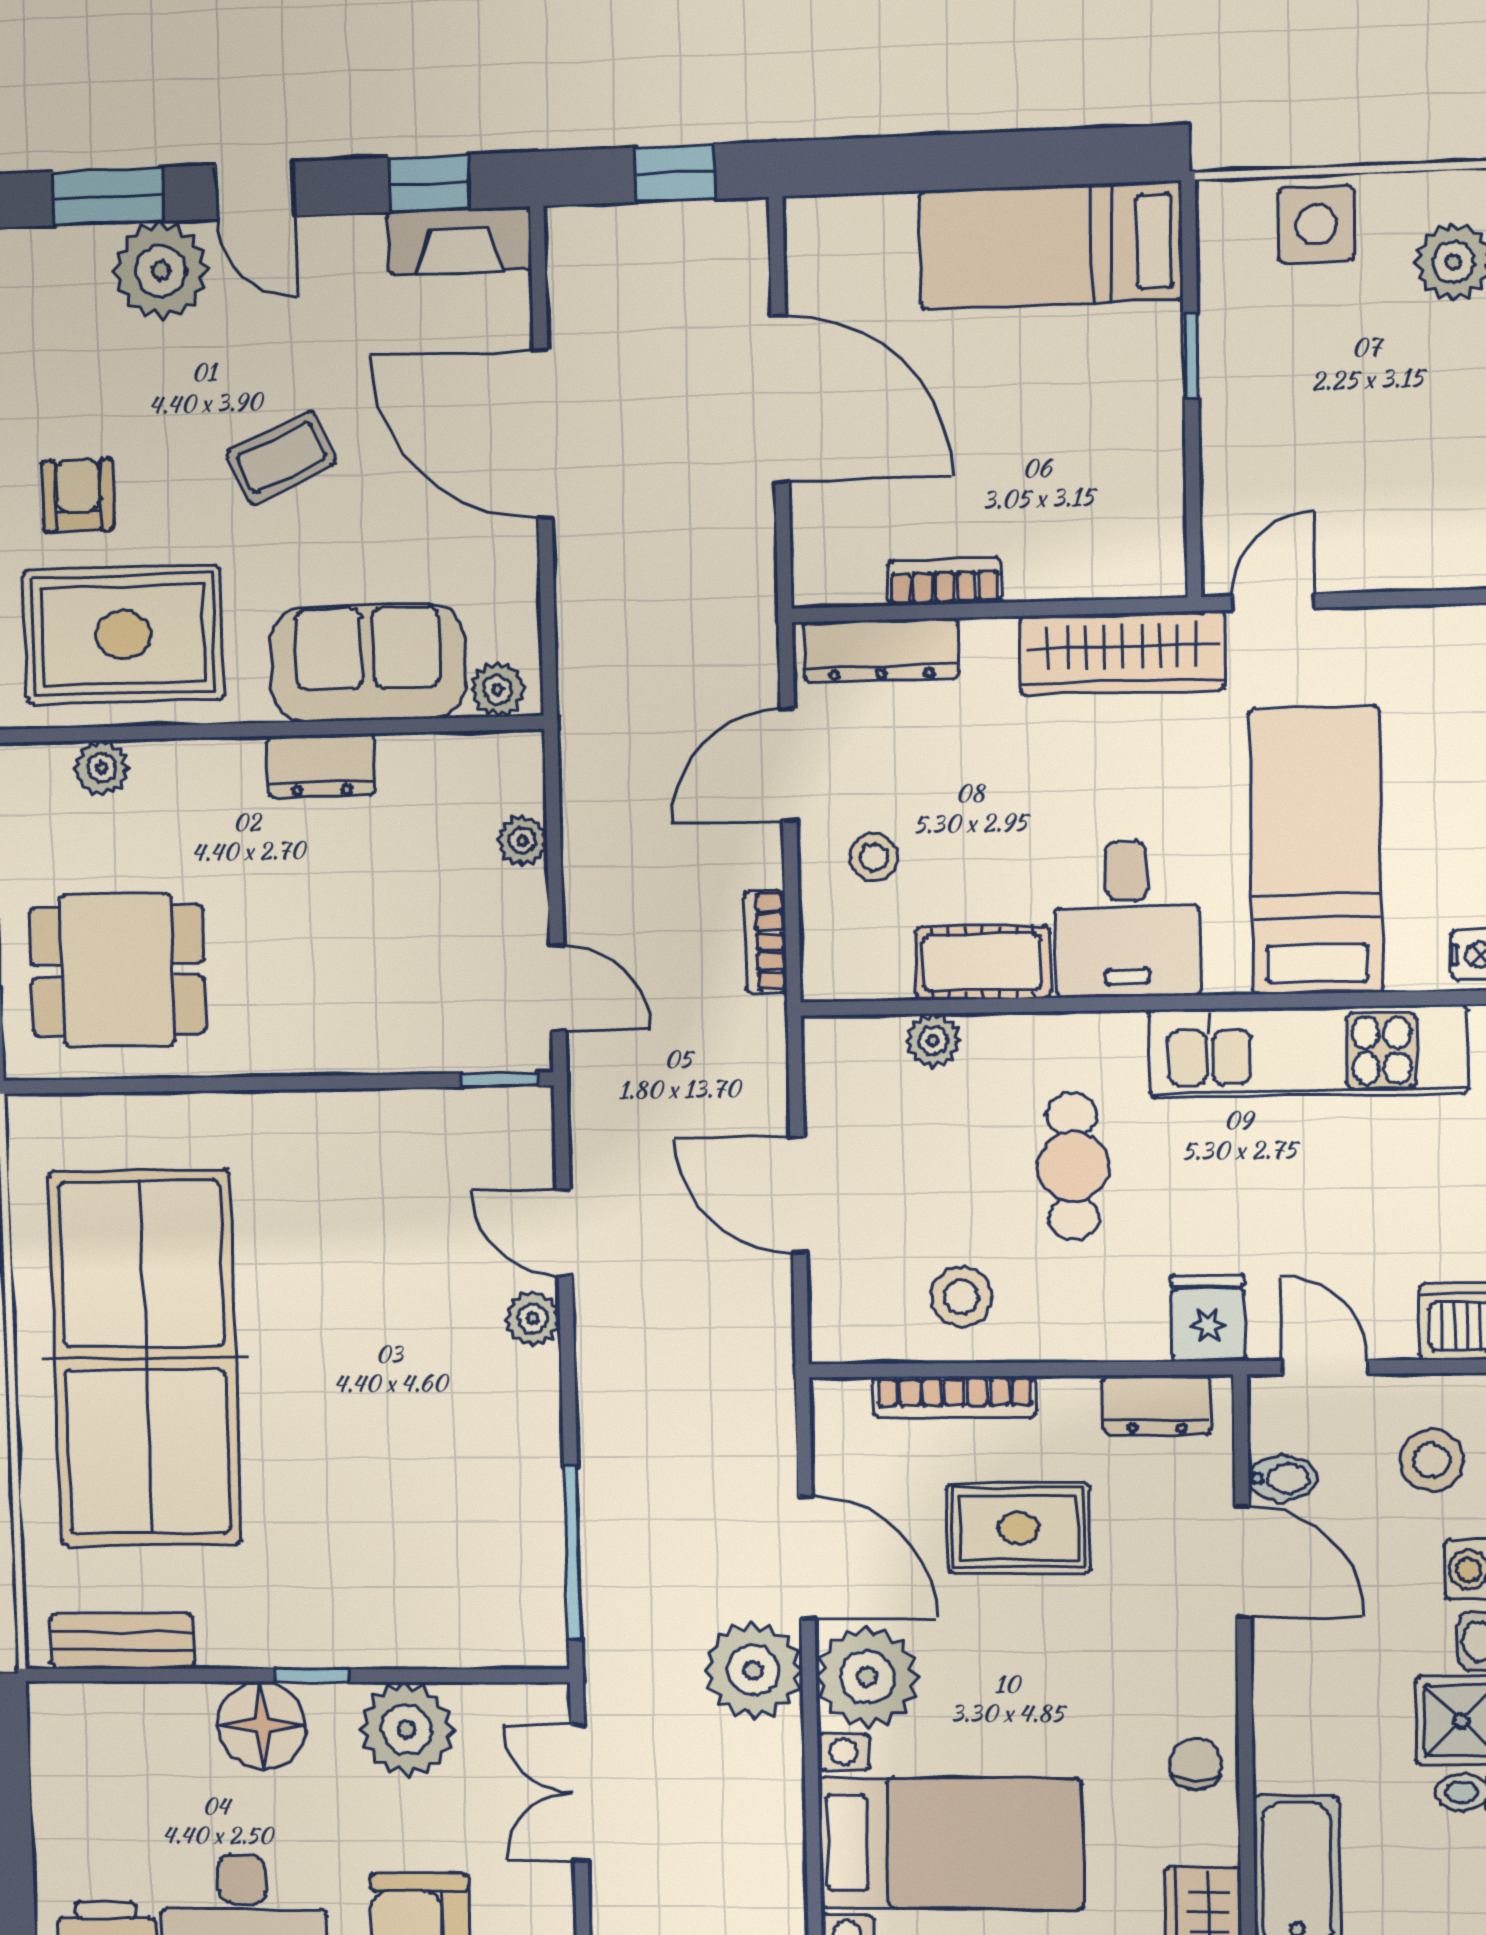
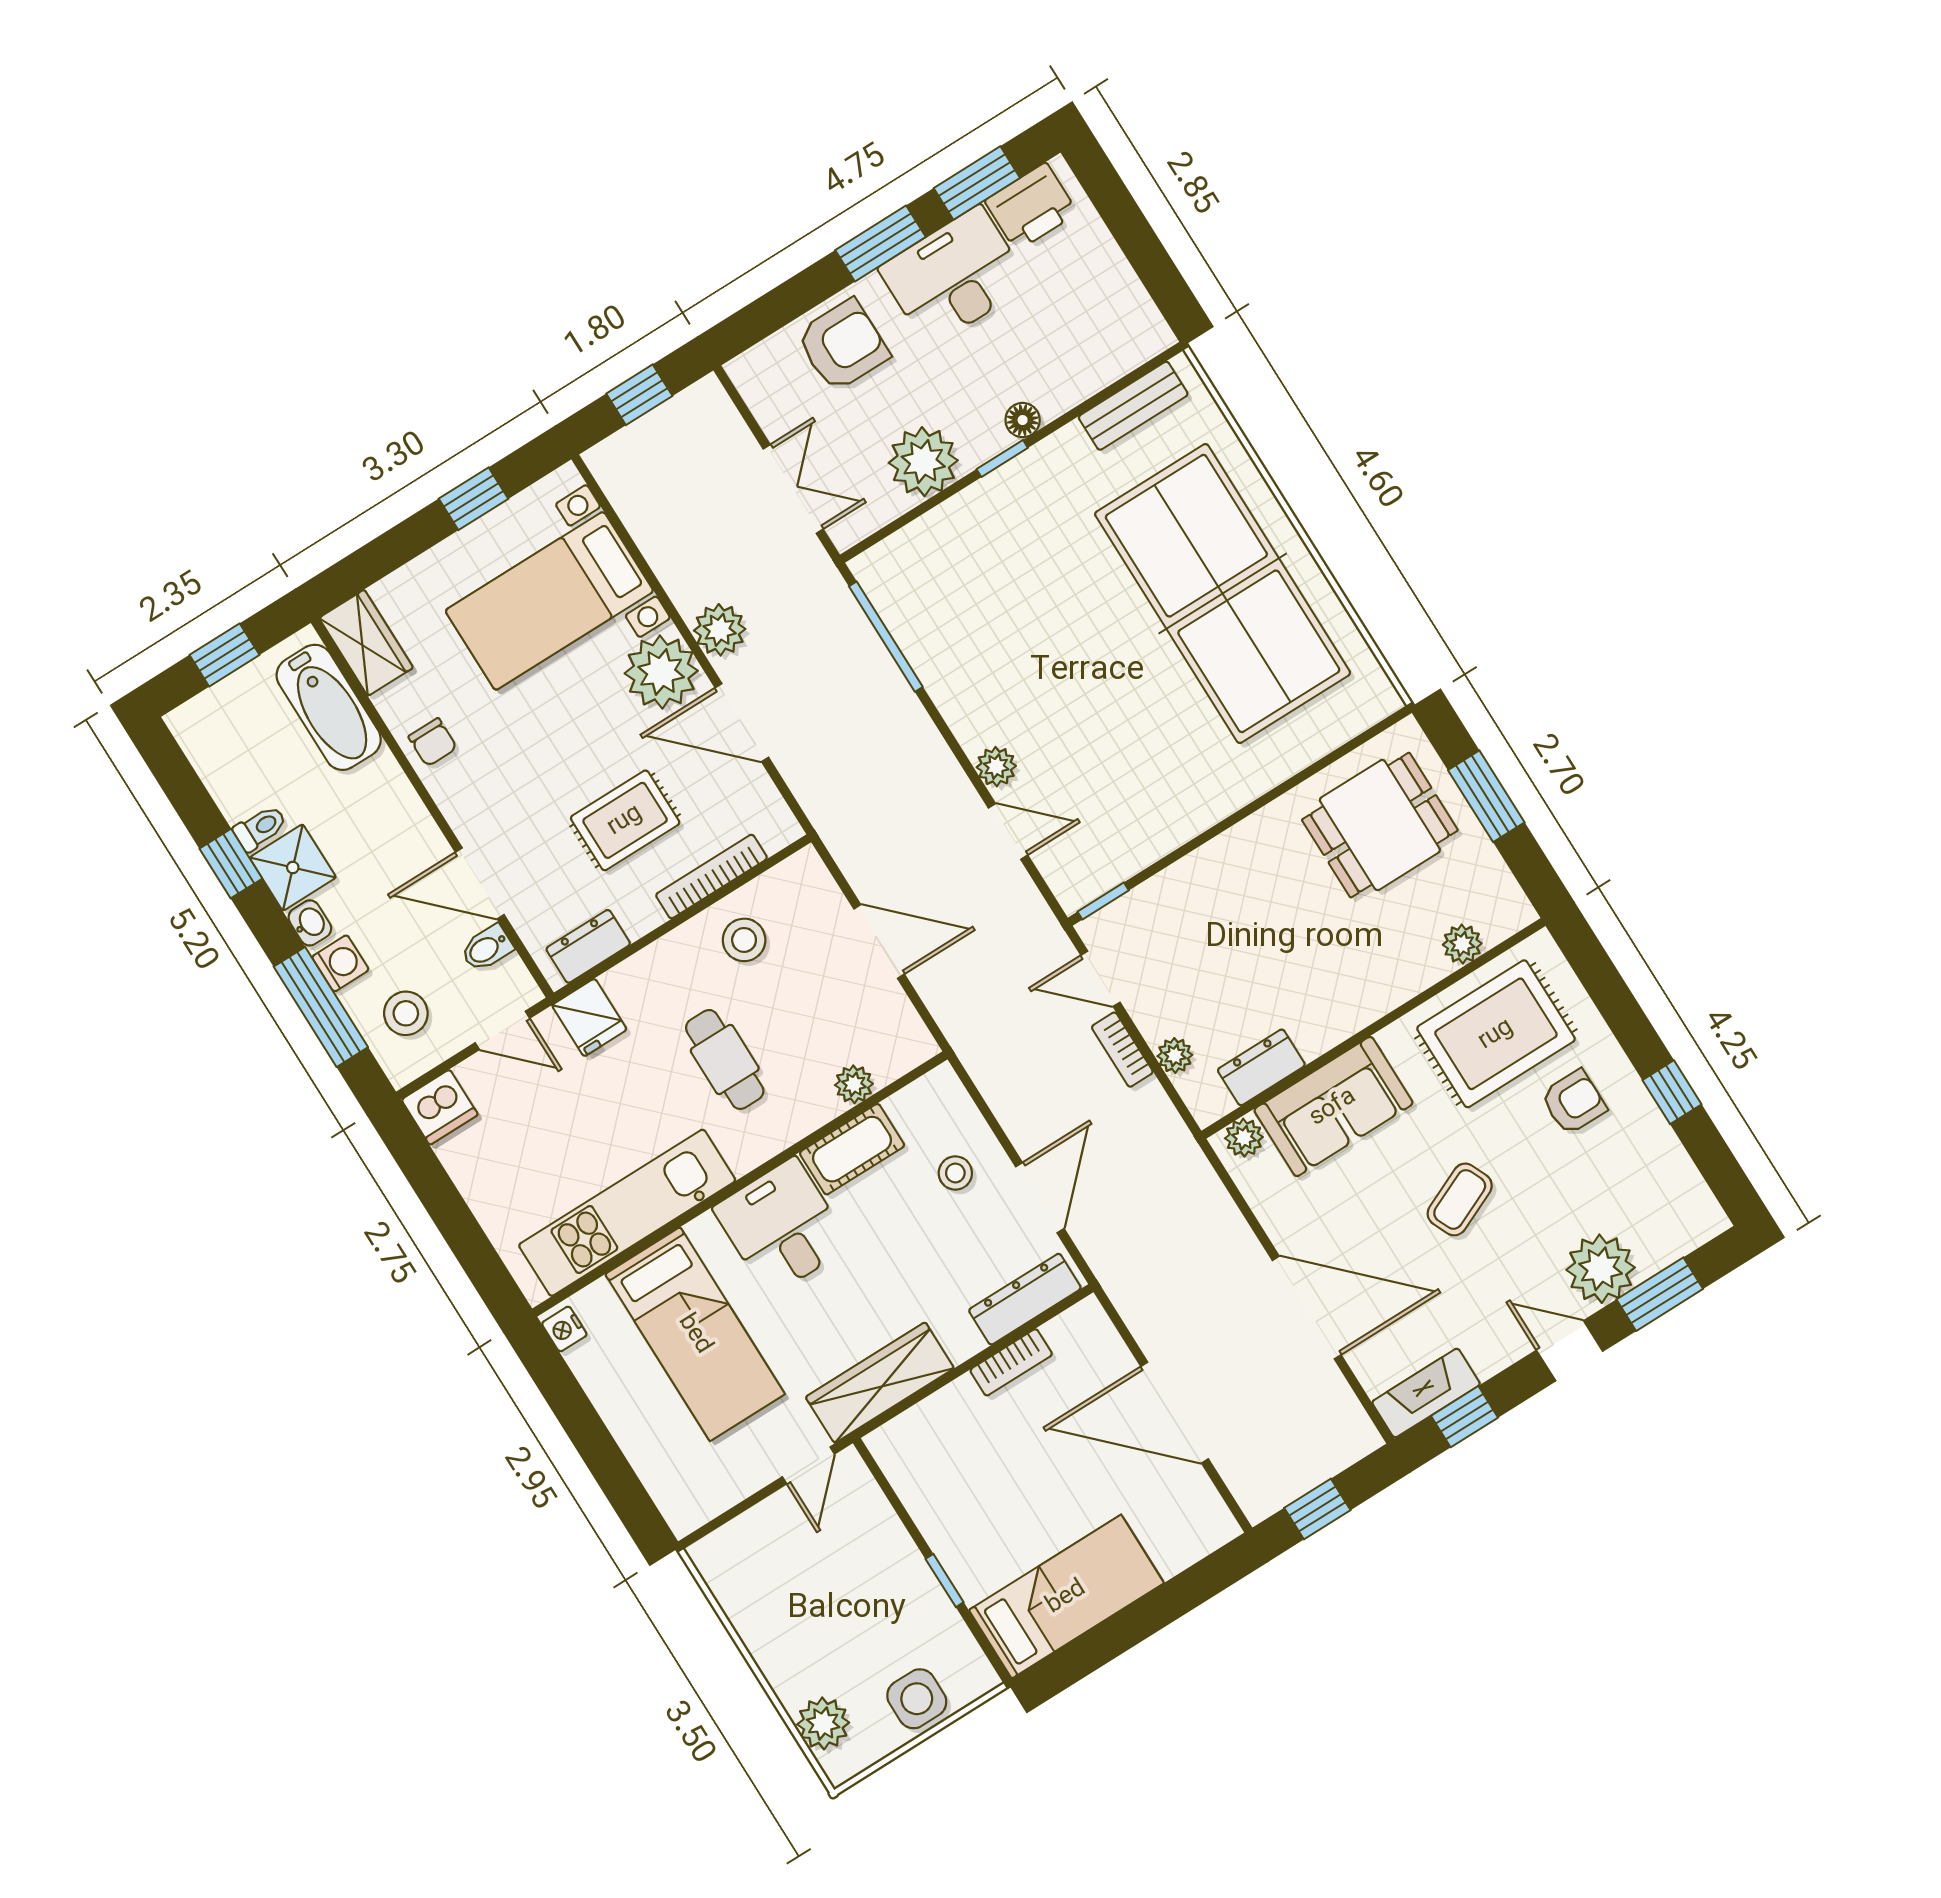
armchair: (78, 496) -> (1574, 1102), turned -90
dresser: (321, 766) -> (1261, 1067), moved
bookcase: (765, 942) -> (1122, 1050), moved, turned 180
plant: (753, 1670) -> (720, 630), width x0.73, depth x0.73
floor lamp: (262, 1726) -> (1023, 420), width x0.53, depth x0.53

